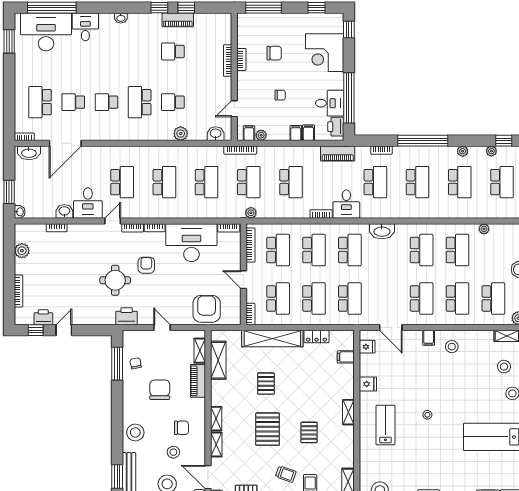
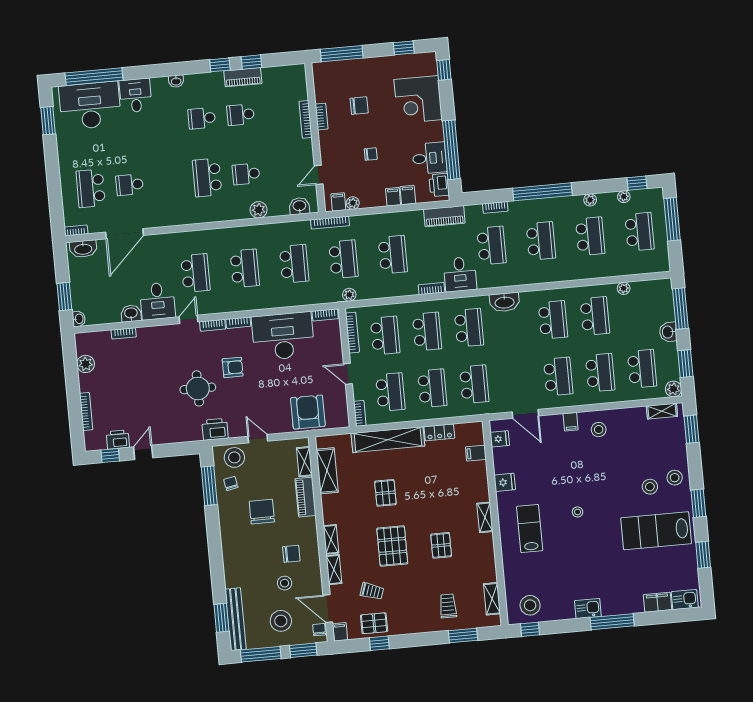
school desk: (106, 102) -> (202, 118), moved
armchair: (146, 265) -> (233, 367), turned 90
stool: (504, 367) -> (650, 487), moved
stool: (135, 432) -> (234, 457), moved
trolley: (286, 474) -> (372, 591), moved

